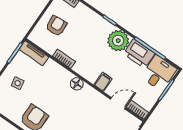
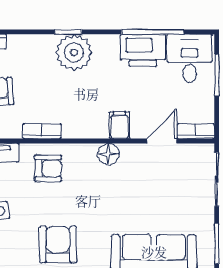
plant: (118, 41) -> (74, 52), moved
armchair: (55, 79) -> (48, 168), added
floor lamp: (77, 84) -> (108, 154), moved

